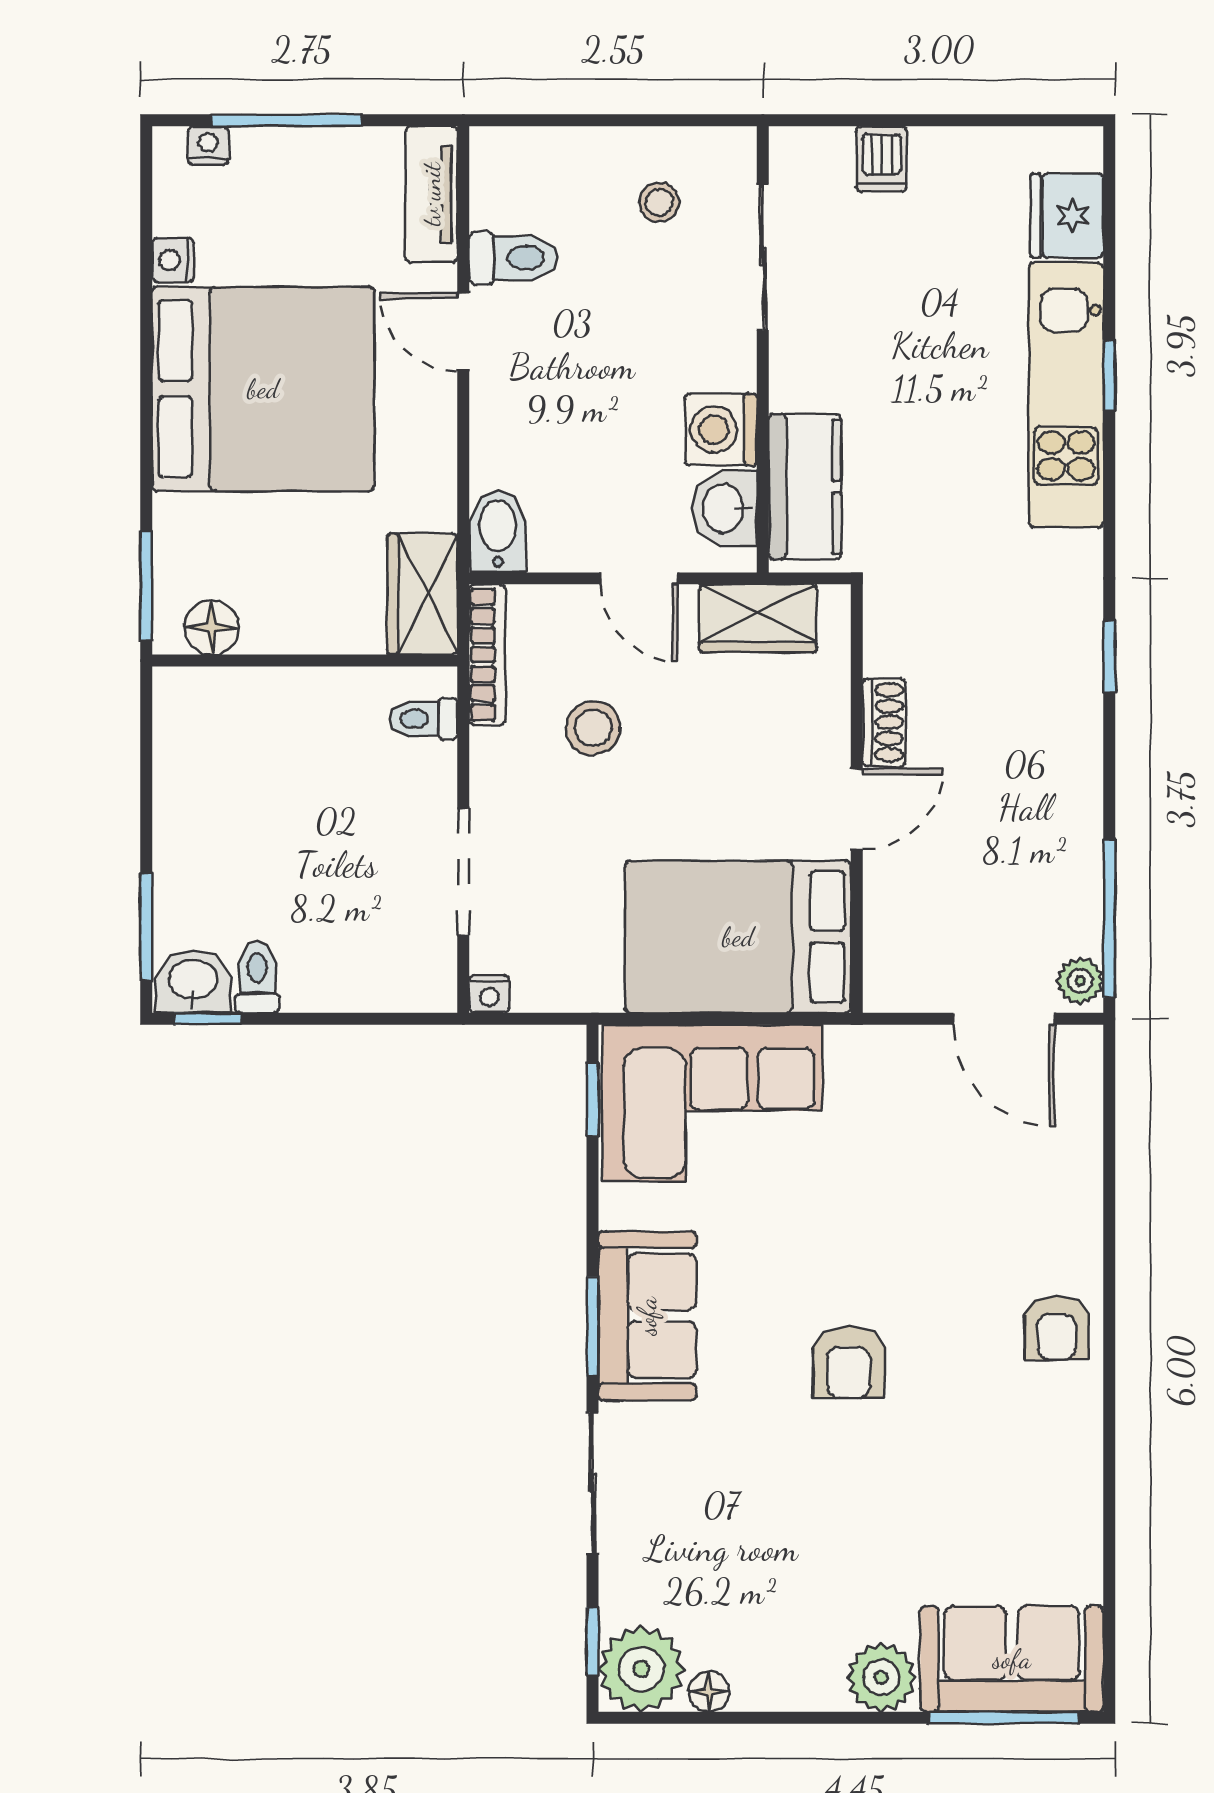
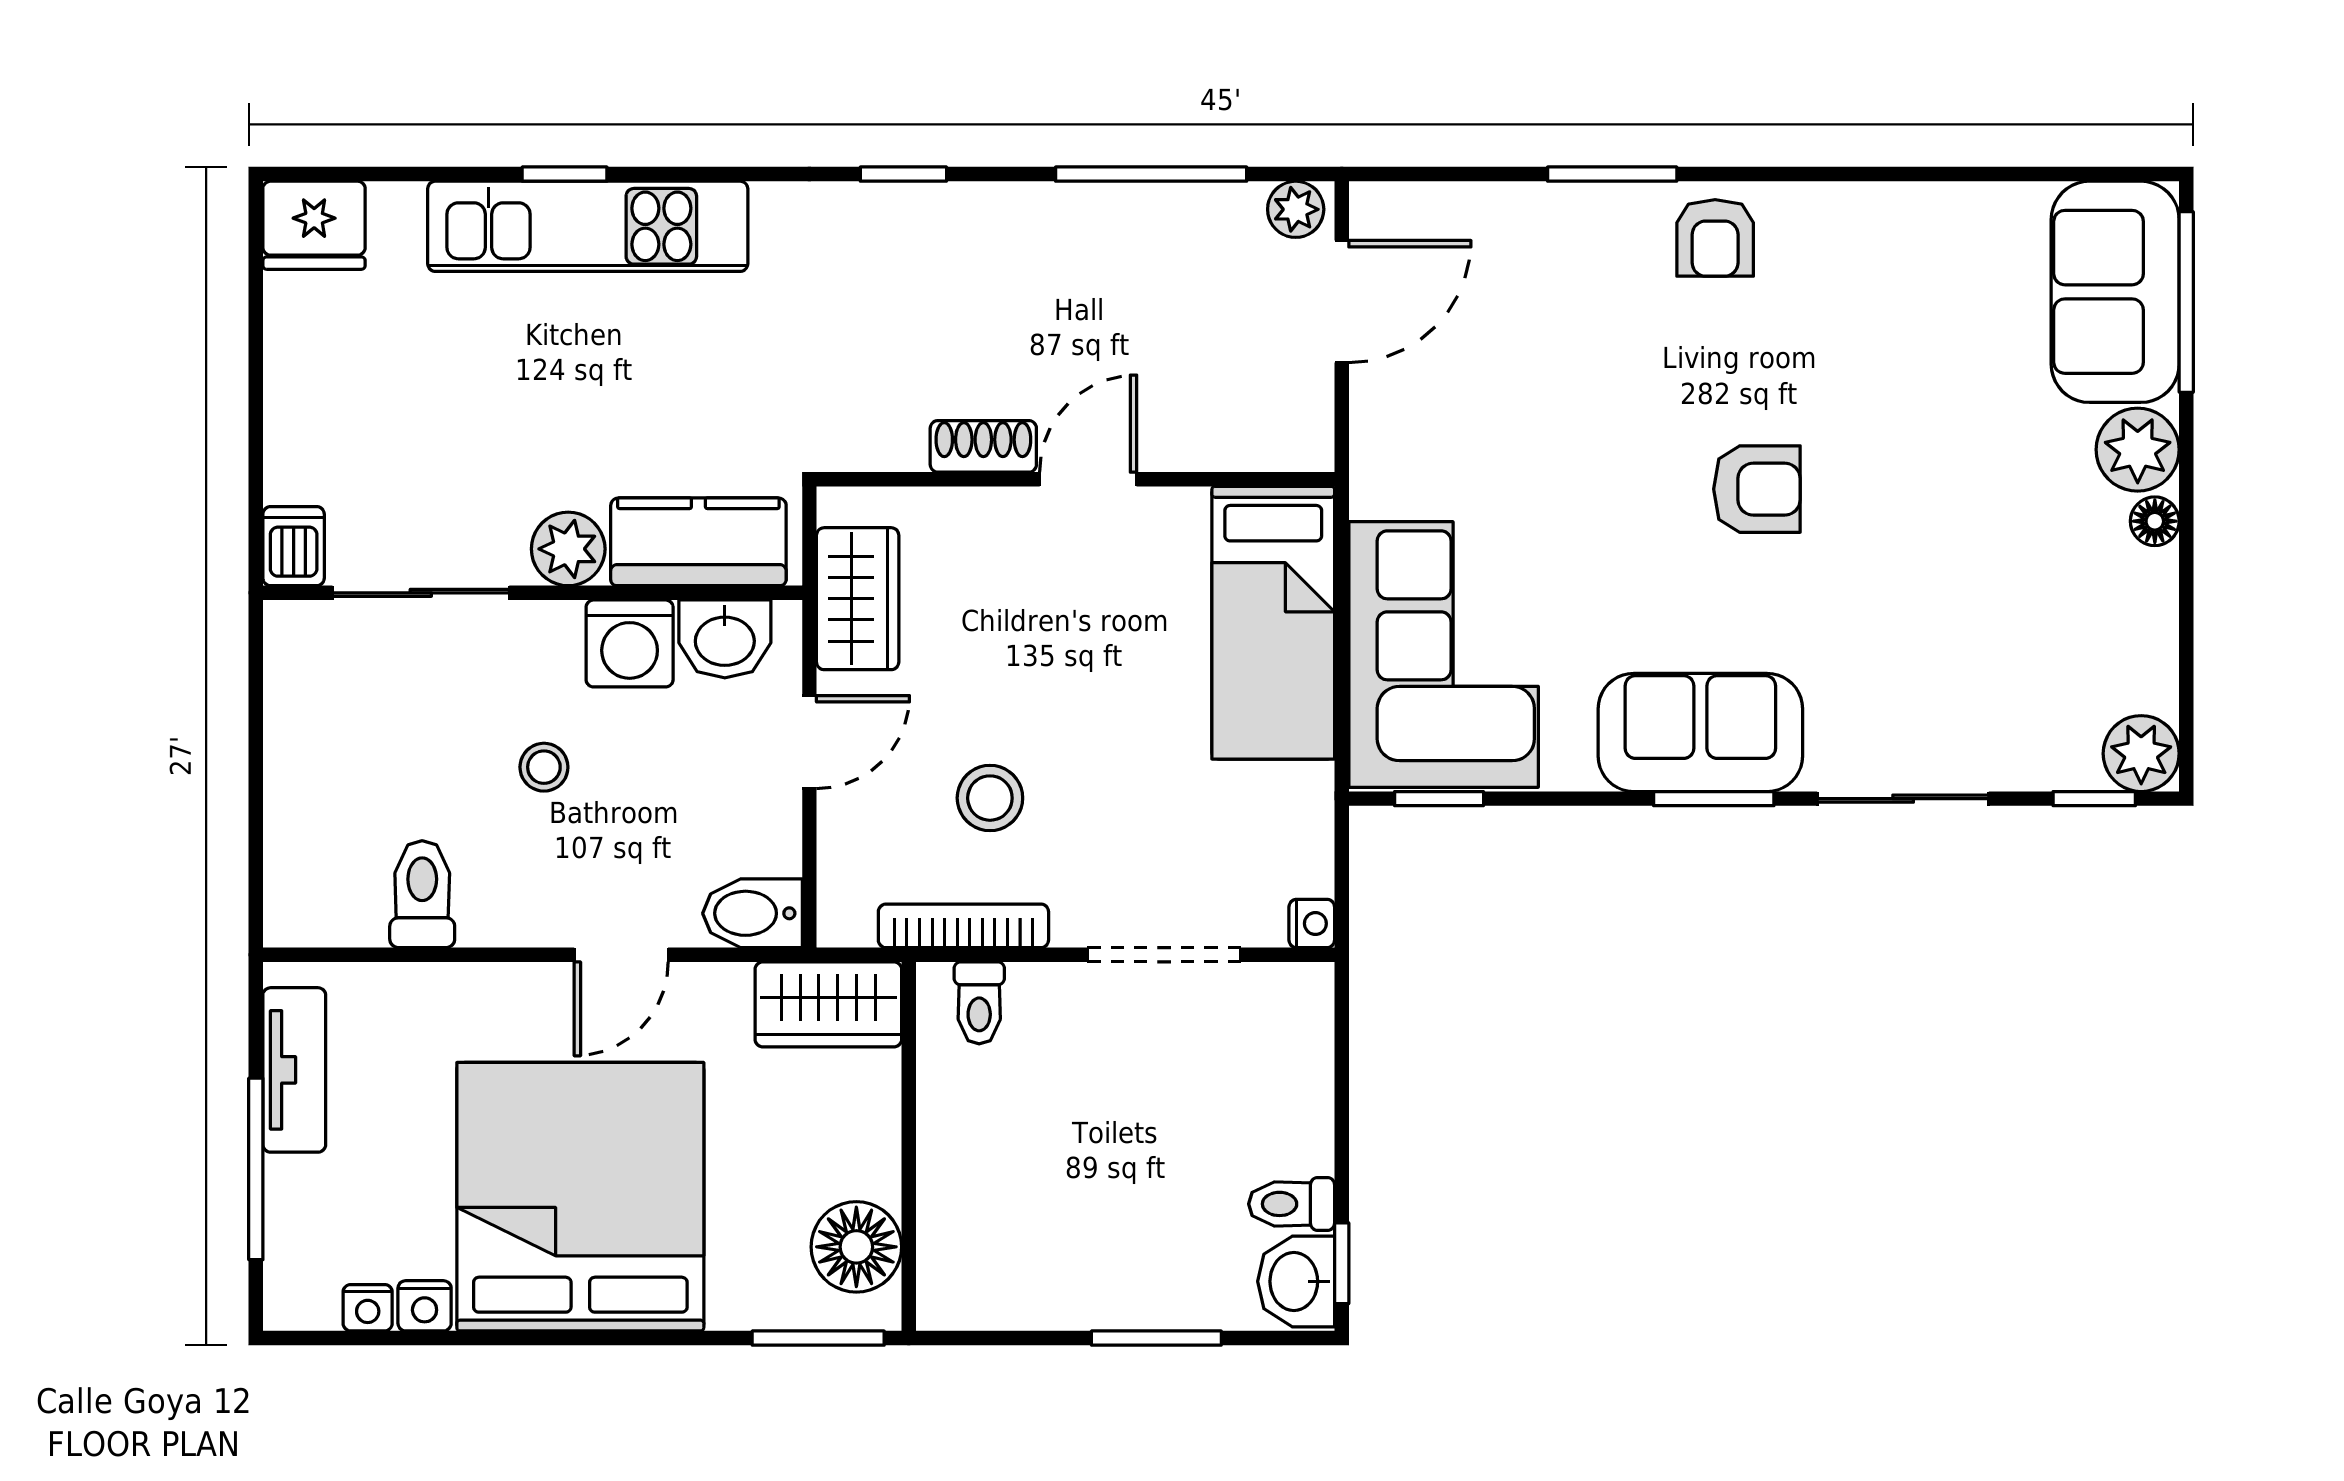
nightstand: (208, 145) -> (368, 1308), moved, turned -90
dishwasher: (882, 159) -> (294, 546), moved, turned -90
tv unit: (431, 194) -> (294, 1070), moved, turned -90
stool: (659, 202) -> (544, 767), moved
fridge: (1067, 216) -> (314, 225), moved
door: (463, 332) -> (621, 955), moved
plant: (799, 379) -> (568, 549), added
floor lamp: (211, 627) -> (856, 1247), width x1.38, depth x1.38
bookcase: (487, 655) -> (963, 926), moved
door: (857, 809) -> (1088, 479), hinge flipped
window: (1109, 919) -> (1151, 174), moved
window: (146, 927) -> (1156, 1338), moved
bed: (738, 937) -> (1273, 623), width x0.67
window: (1109, 1243) -> (1612, 174), added
armchair: (1057, 1328) -> (1715, 238), turned 90
plant: (641, 1669) -> (2141, 754), width x0.73, depth x0.73
floor lamp: (709, 1692) -> (2155, 521), moved

